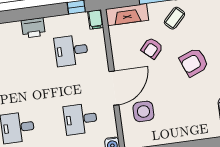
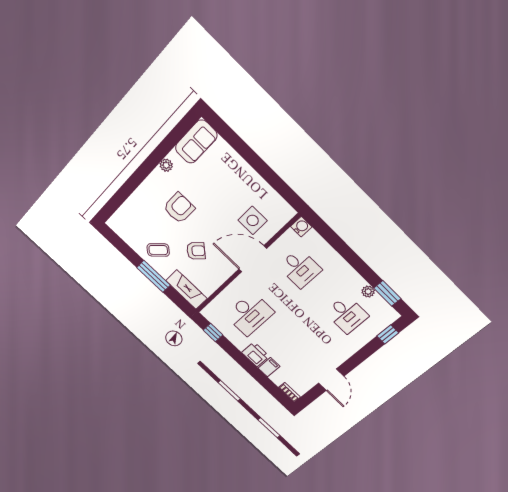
filing cabinet: (96, 19) -> (269, 367), moved
desk: (71, 50) -> (250, 314), width x1.37
armchair: (194, 62) -> (179, 208), turned -68

